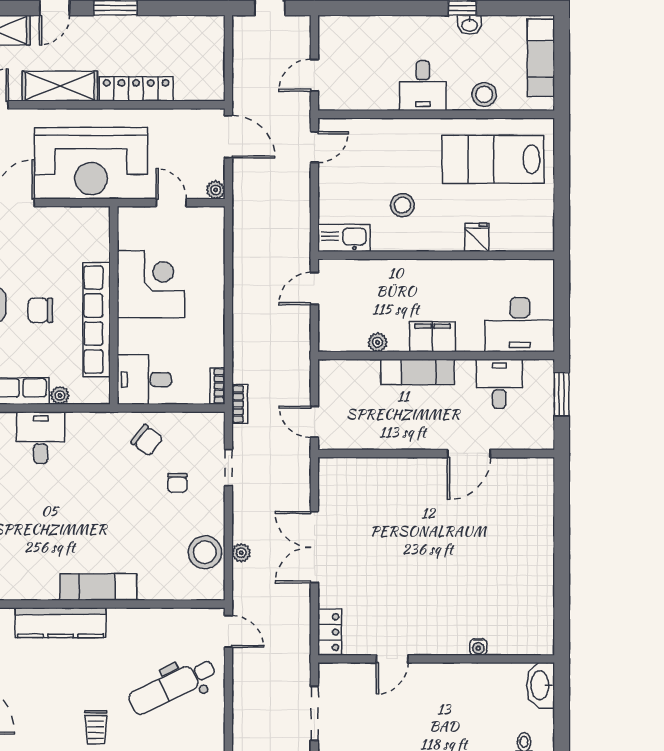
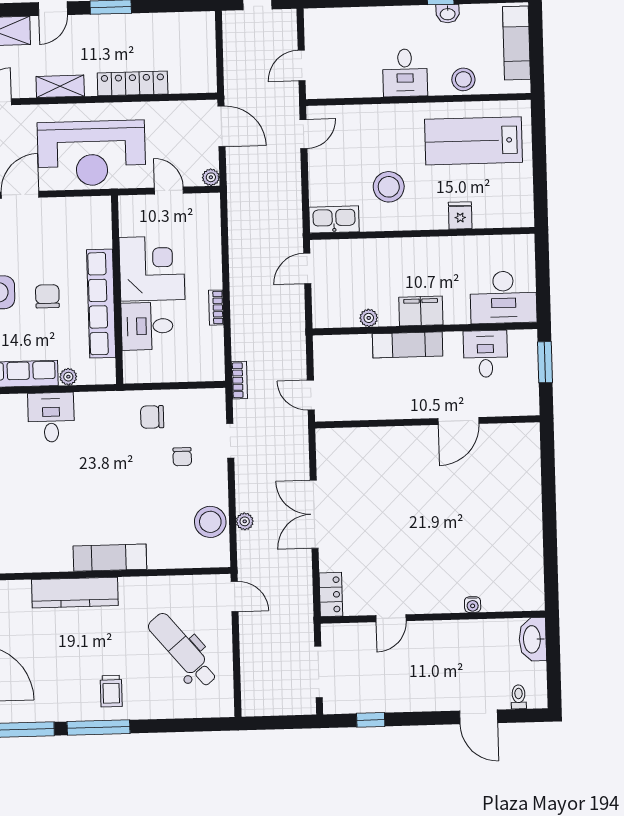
shelving: (60, 86) -> (60, 86), width x0.67, depth x0.75
stool: (402, 205) -> (389, 187), width x1.38, depth x1.38
chair: (40, 310) -> (47, 296), turned 90
desk: (144, 379) -> (147, 326), moved
bookcase: (217, 386) -> (216, 308), moved
chair: (147, 440) -> (152, 417), turned 142
dental chair: (172, 686) -> (183, 650), turned 76

